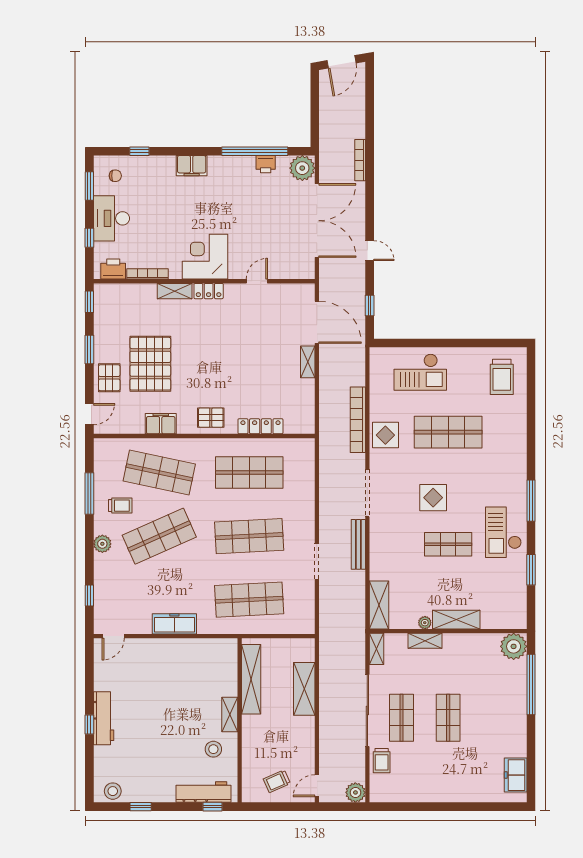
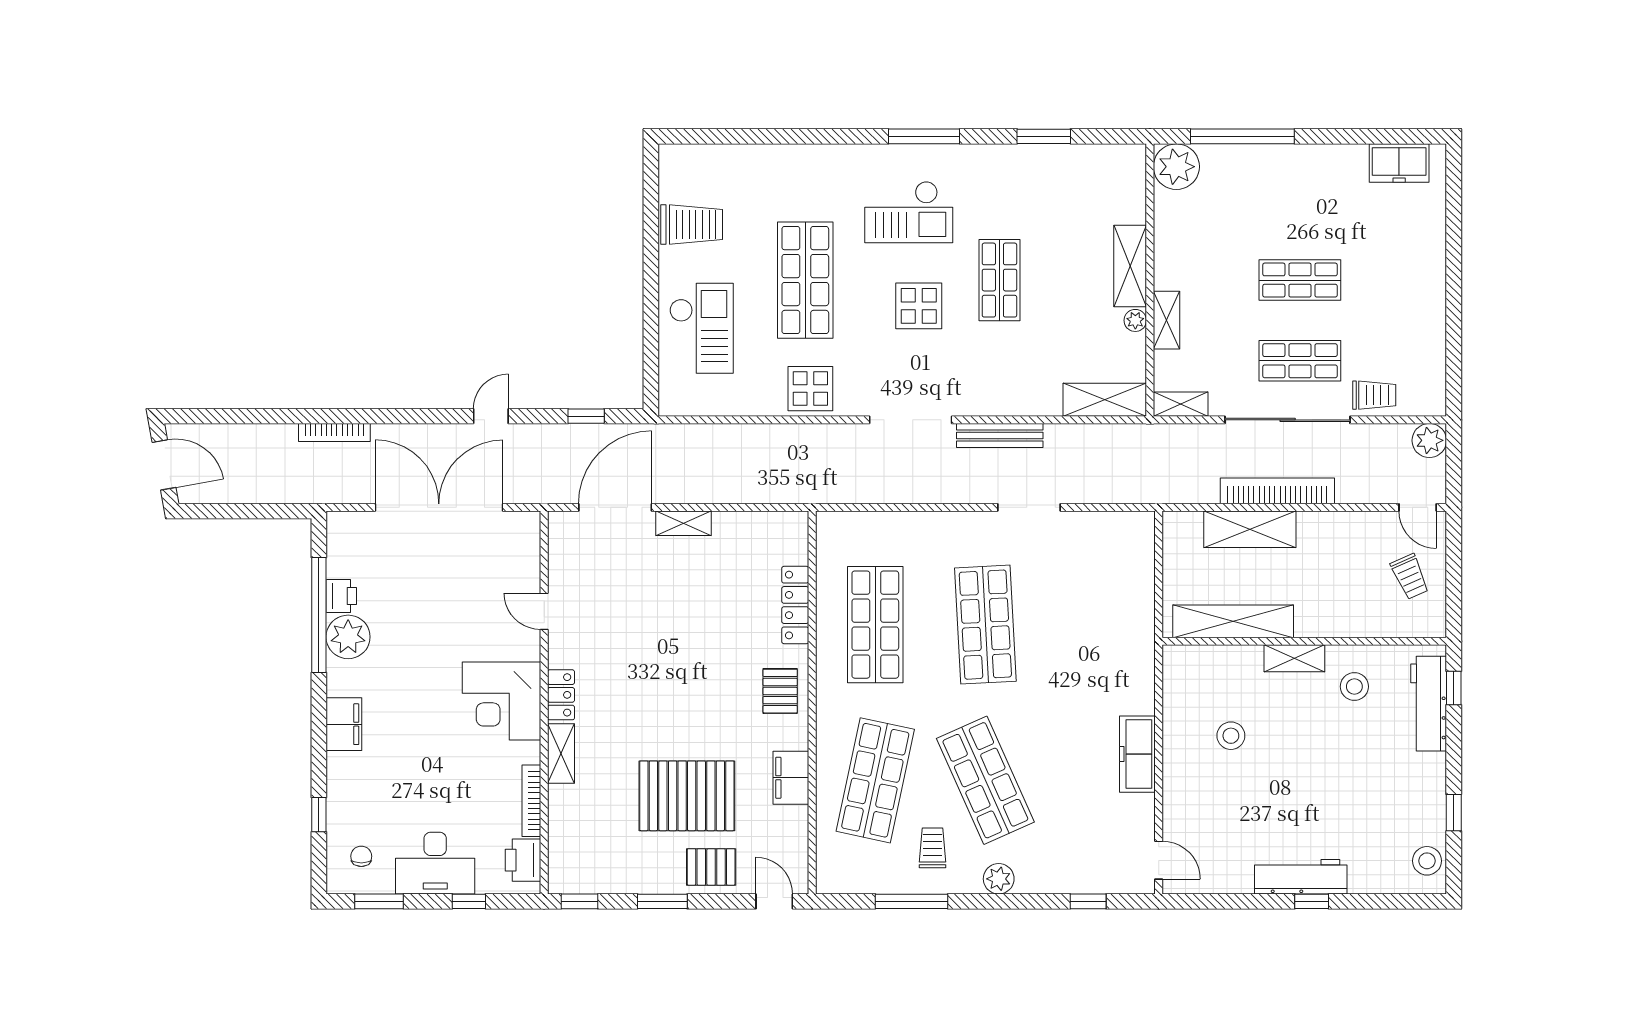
plant: (302, 168) -> (348, 637), moved
trolley: (502, 377) -> (692, 225), moved
bookcase: (358, 420) -> (1277, 491), moved, turned 180
checkout: (503, 532) -> (909, 212), moved
shop shelf: (249, 600) -> (1095, 625), removed
stool: (185, 678) -> (1231, 736), added

